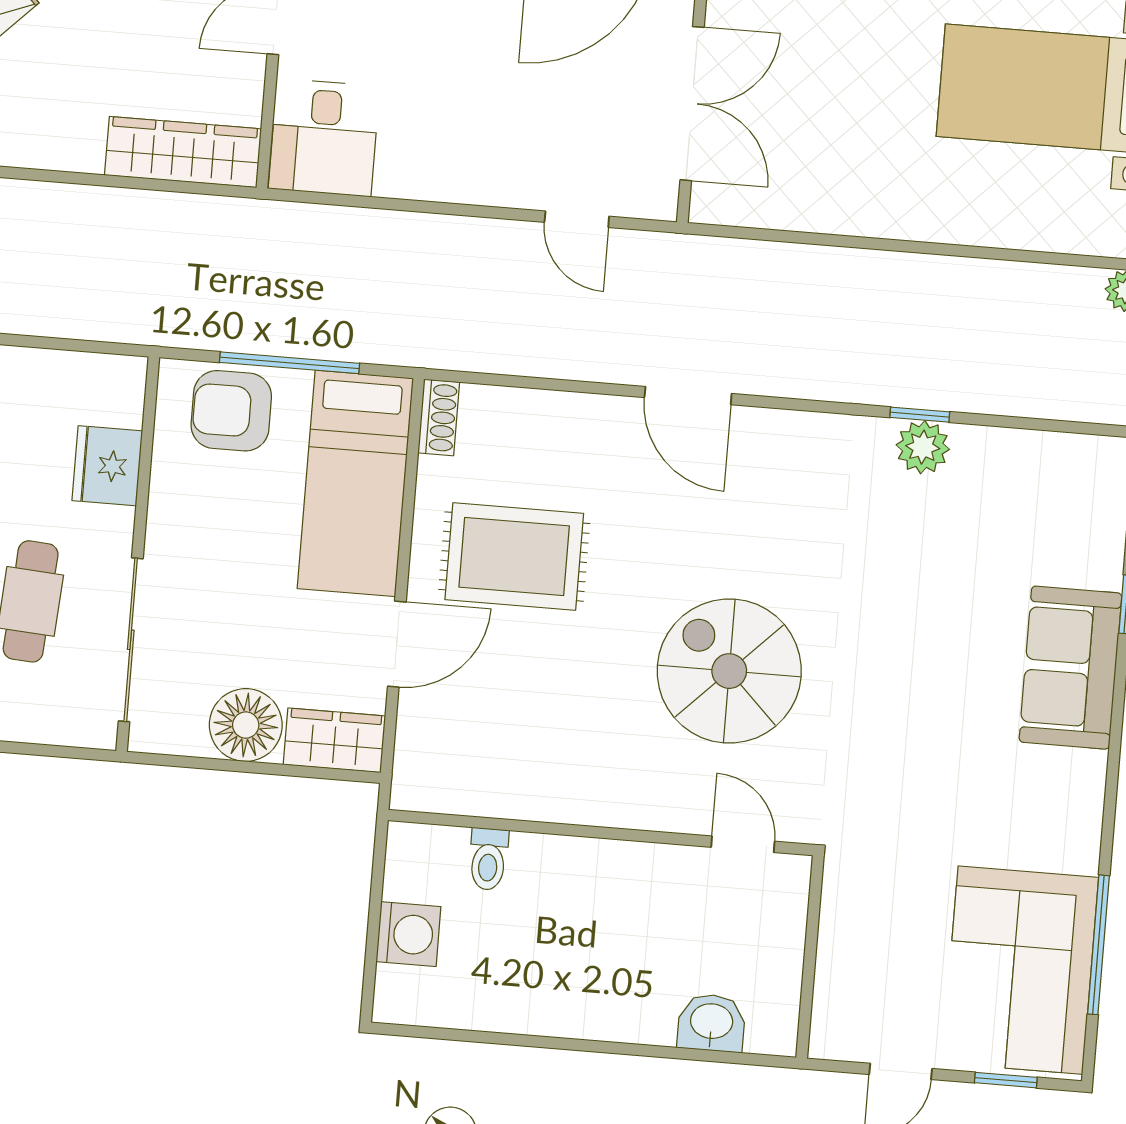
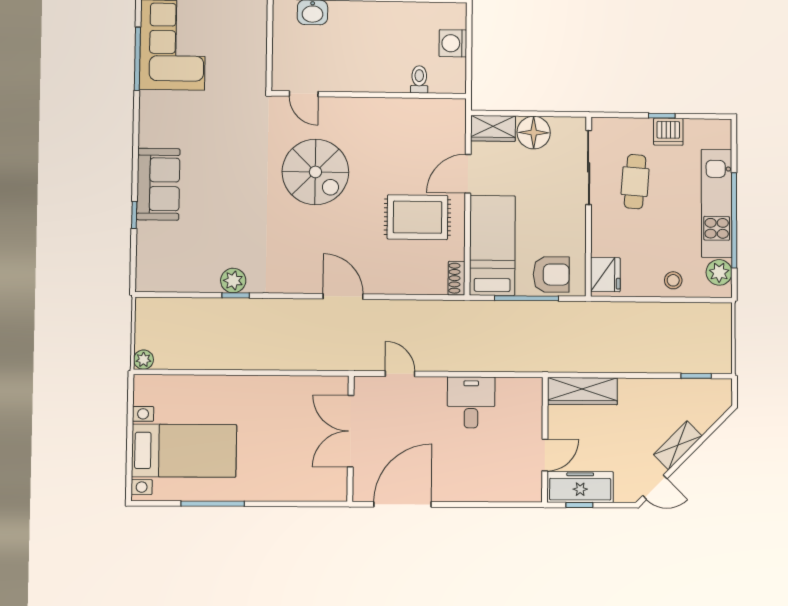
desk: (324, 137) -> (471, 402), moved
fridge: (107, 466) -> (605, 275), moved

